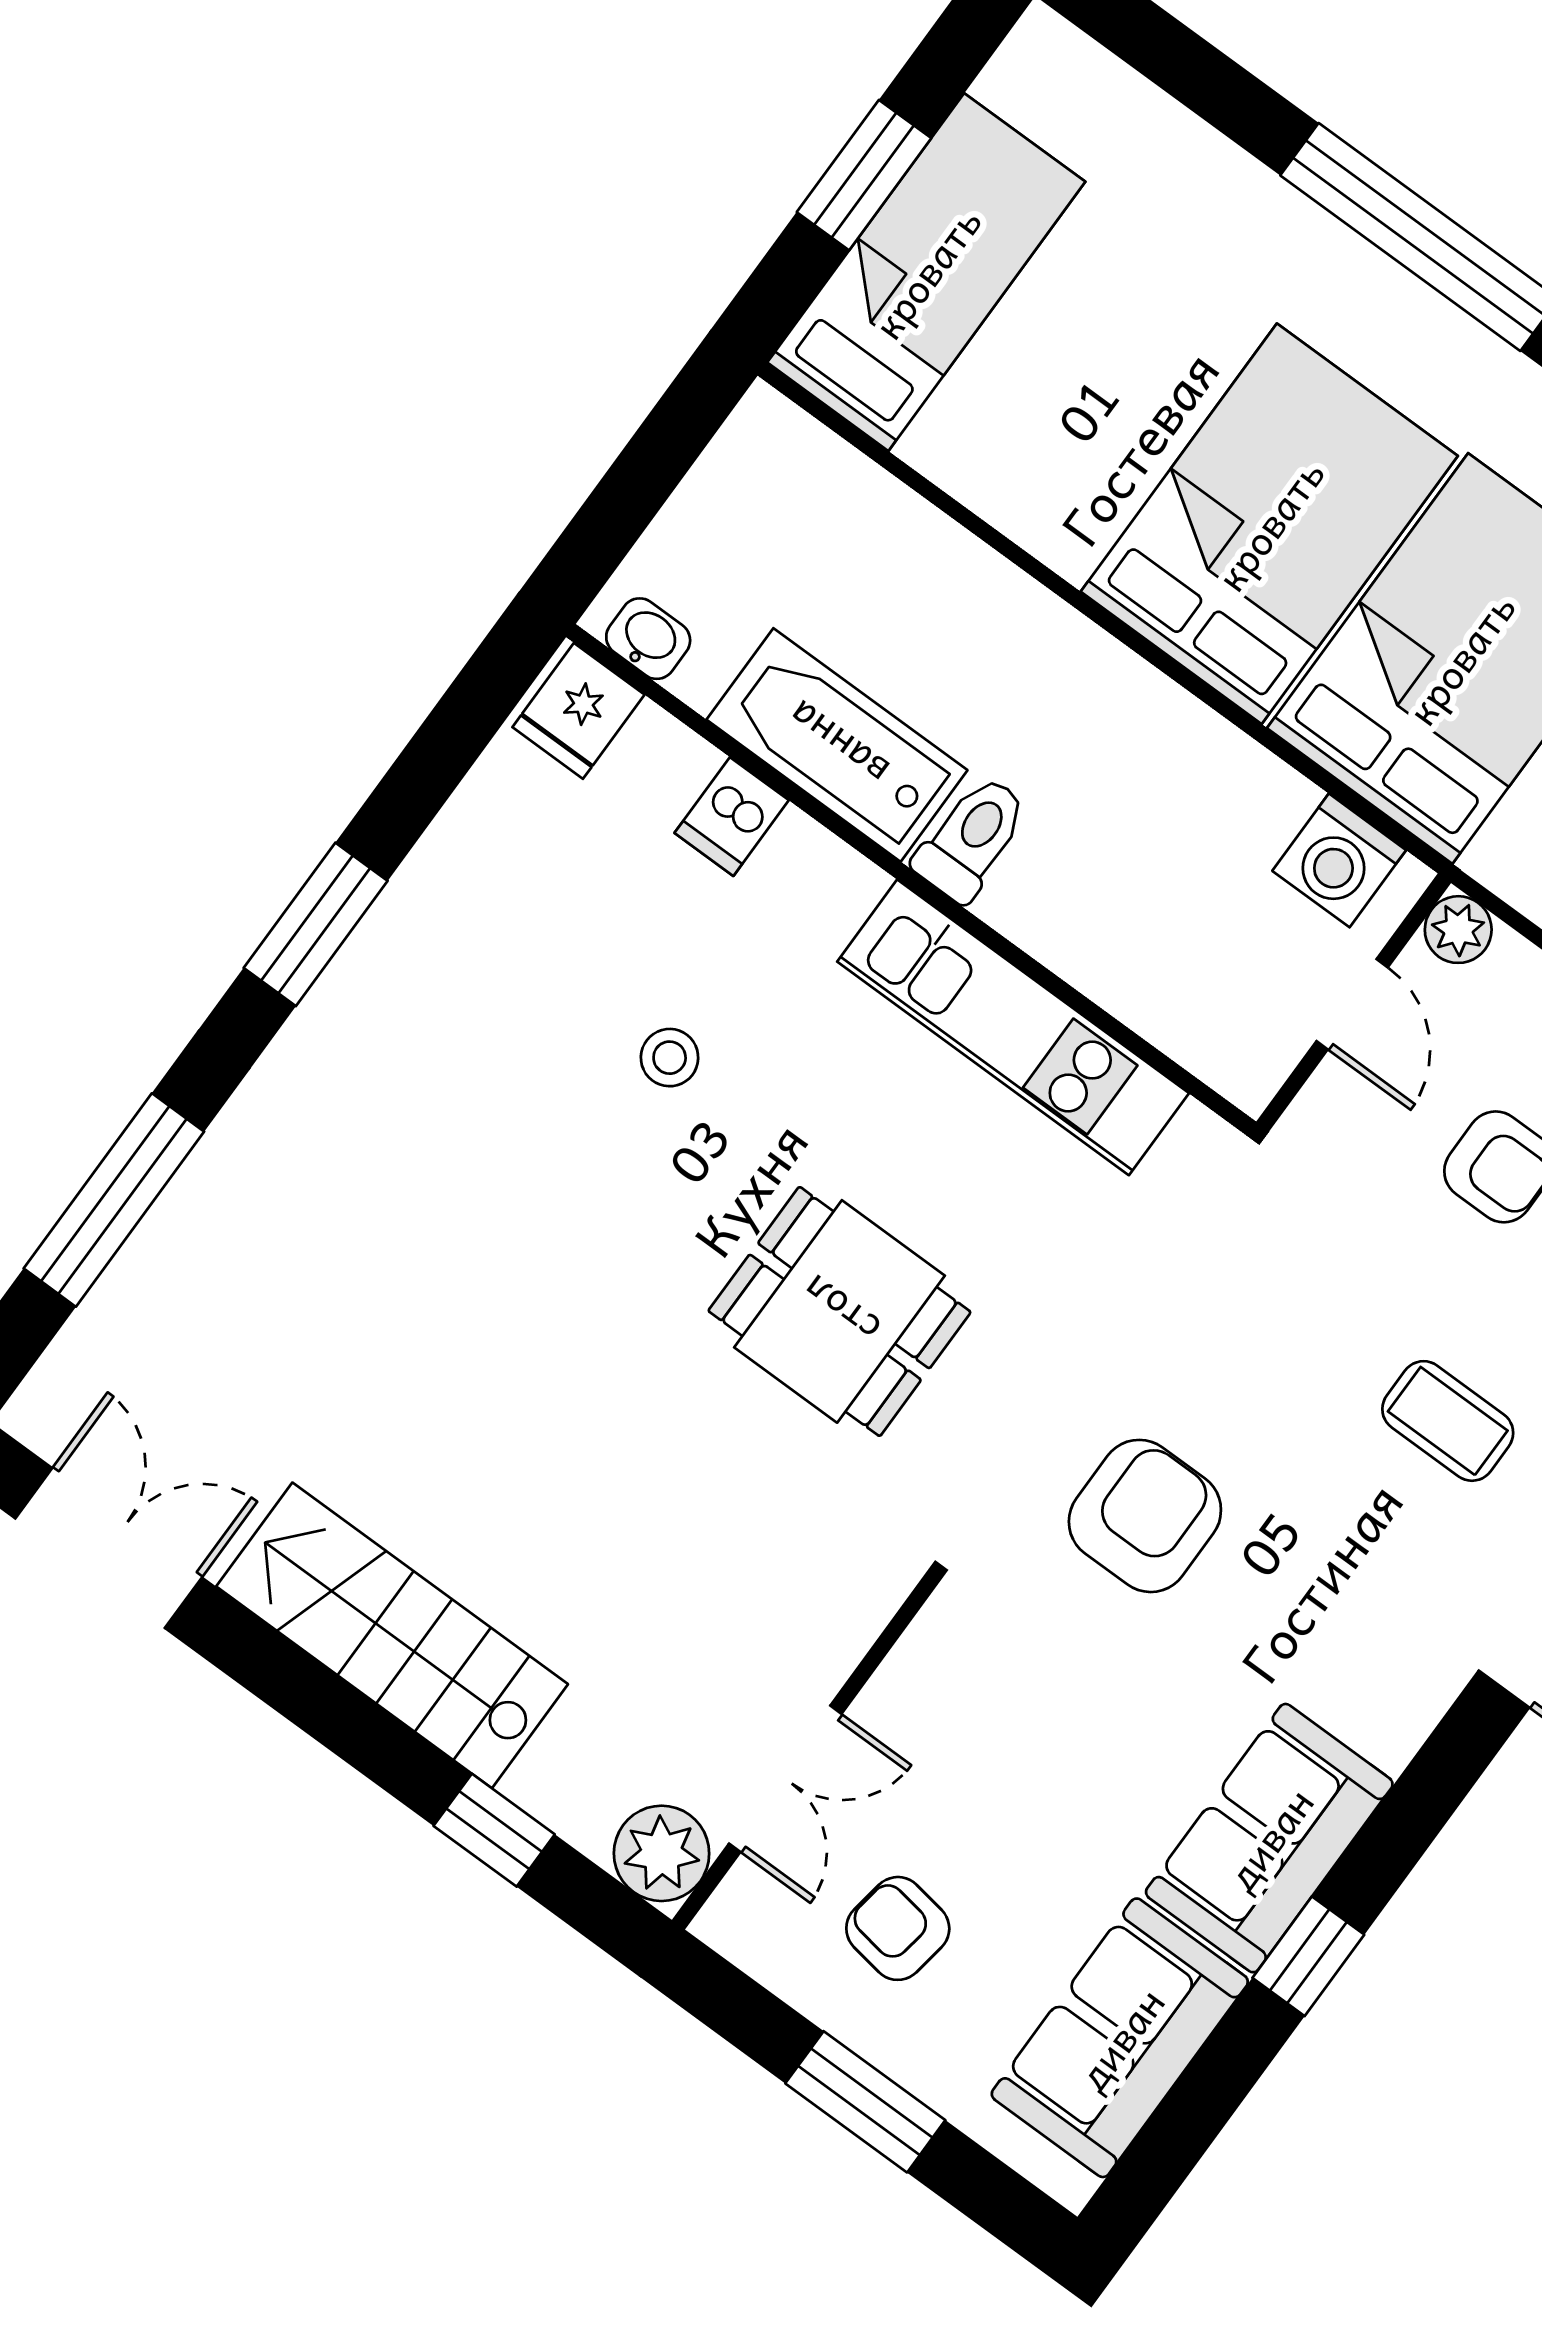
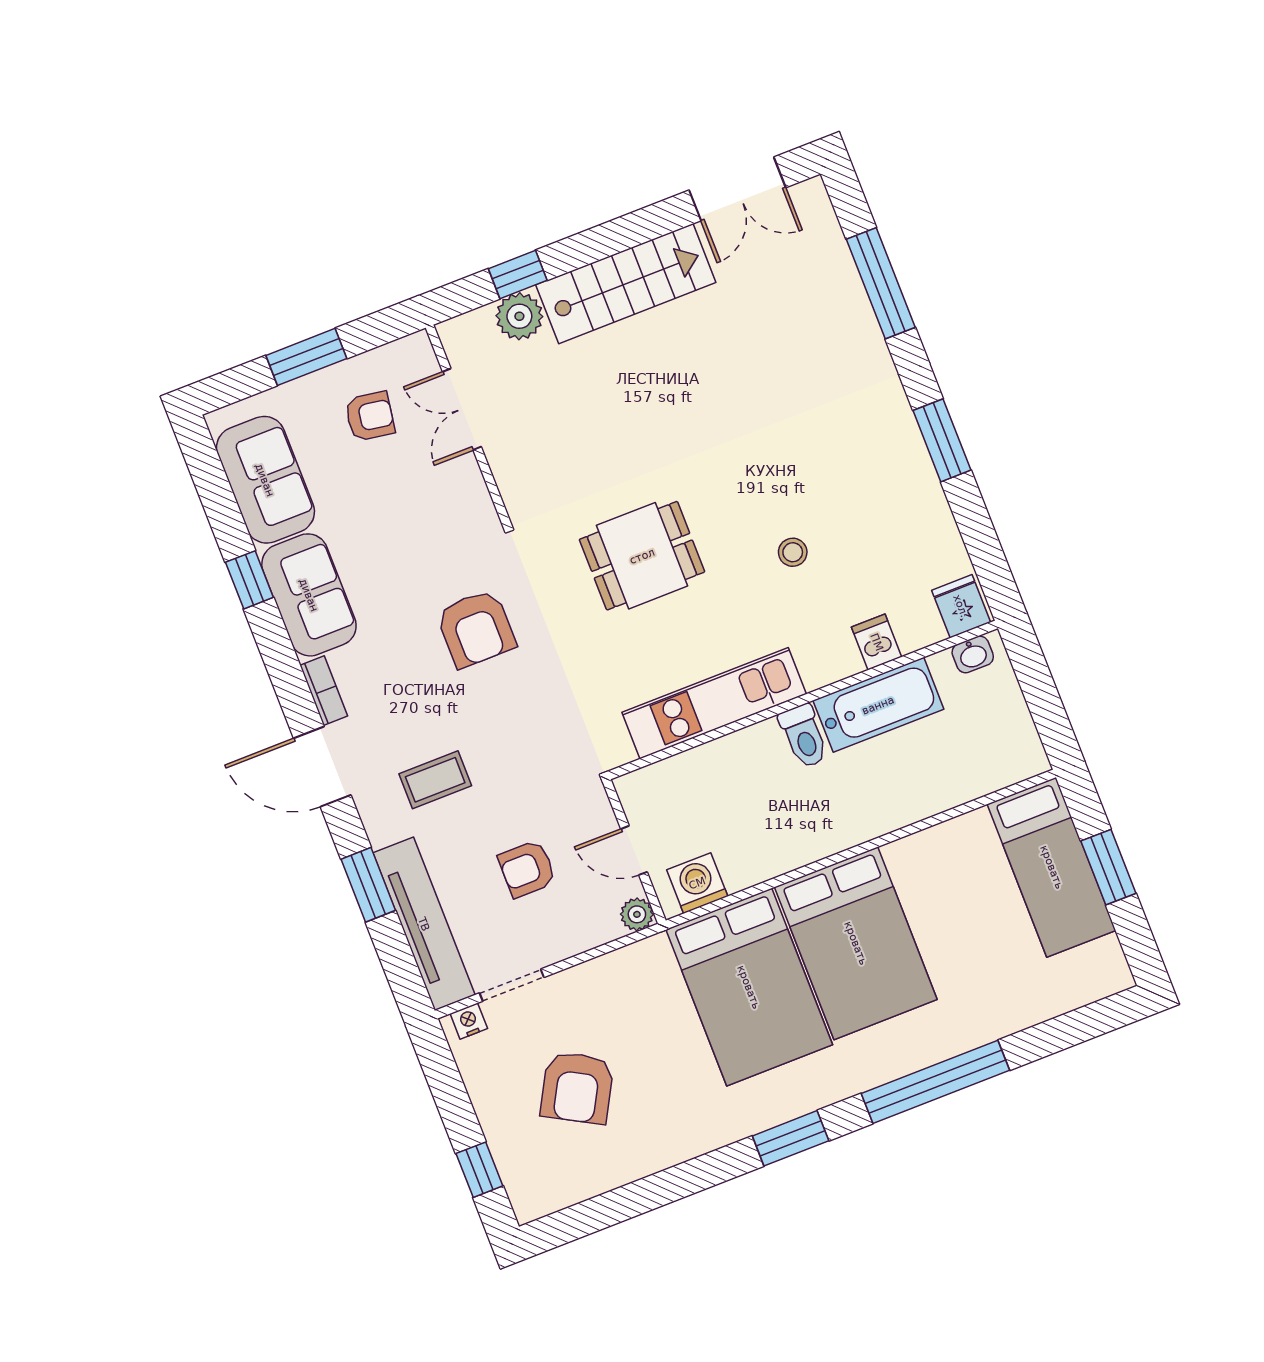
bookcase: (1417, 1709) -> (324, 691), added
plant: (662, 1853) -> (519, 316), moved

